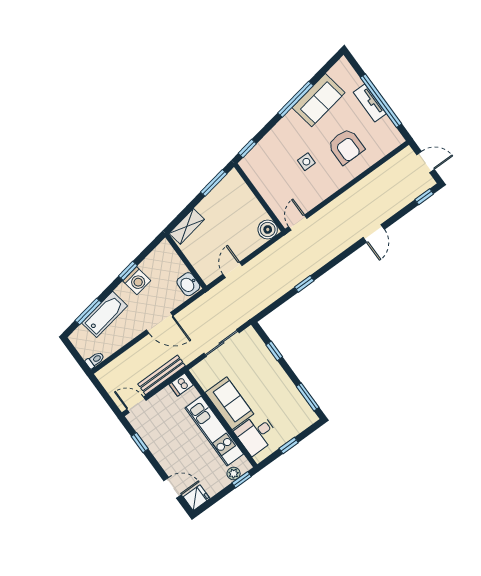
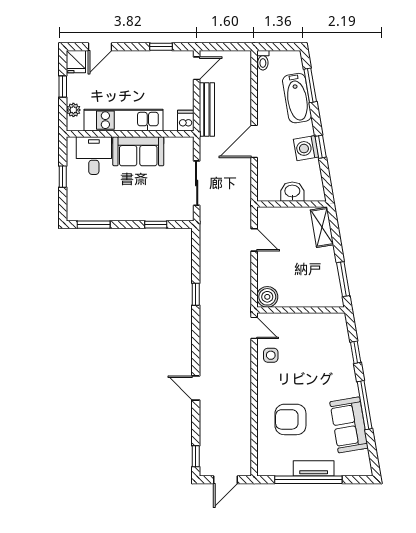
window: (247, 149) -> (356, 352), moved
side table: (306, 162) -> (271, 355), moved
washbasin: (188, 284) -> (292, 192), moved
window: (242, 480) -> (63, 86), moved

